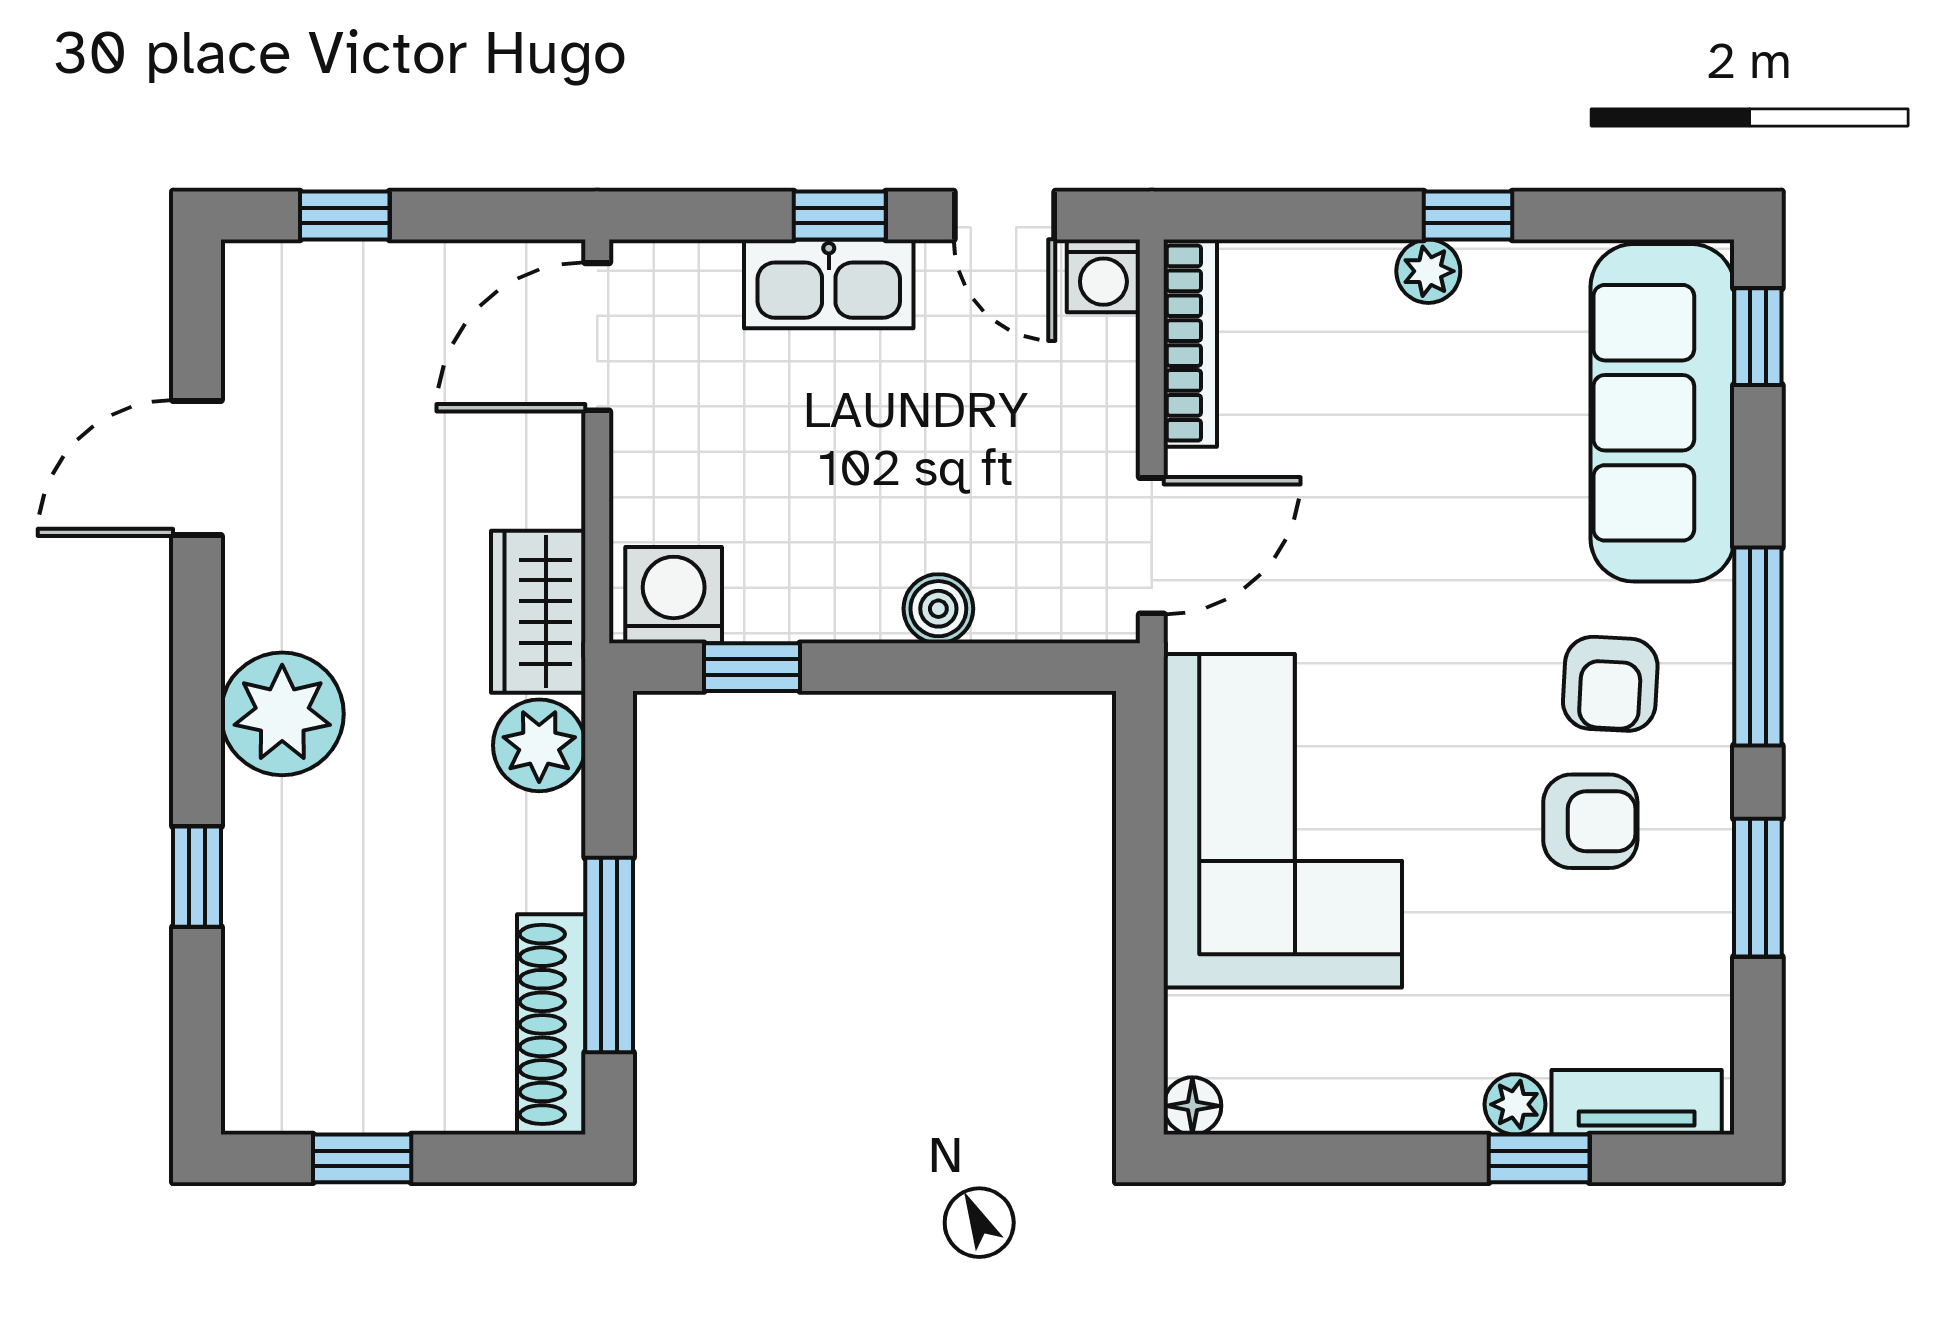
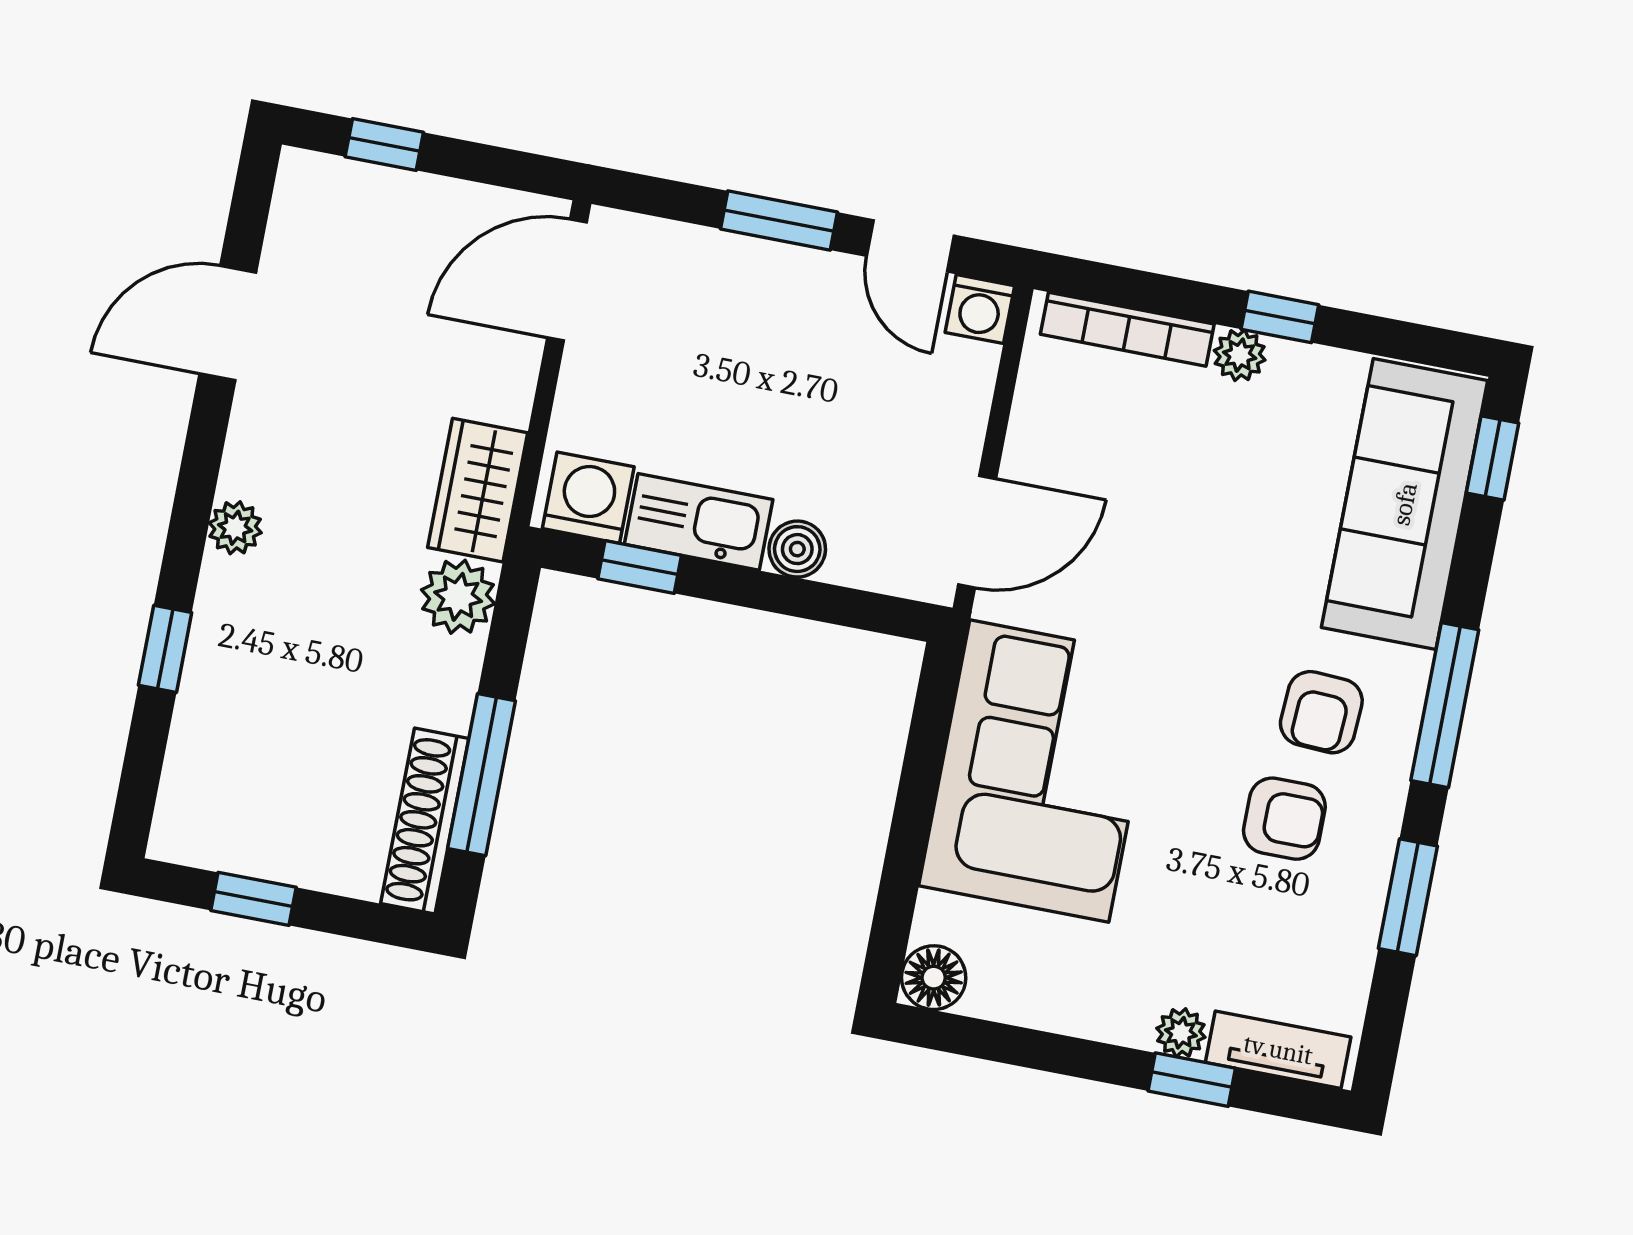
window: (840, 216) -> (779, 220), width x1.50
kitchen sink: (829, 284) -> (699, 522), moved, turned 180
bookcase: (1190, 343) -> (1127, 329), moved, turned 90
plant: (282, 714) -> (235, 528), width x0.53, depth x0.53
floor lamp: (1192, 1106) -> (934, 978), width x1.37, depth x1.37

